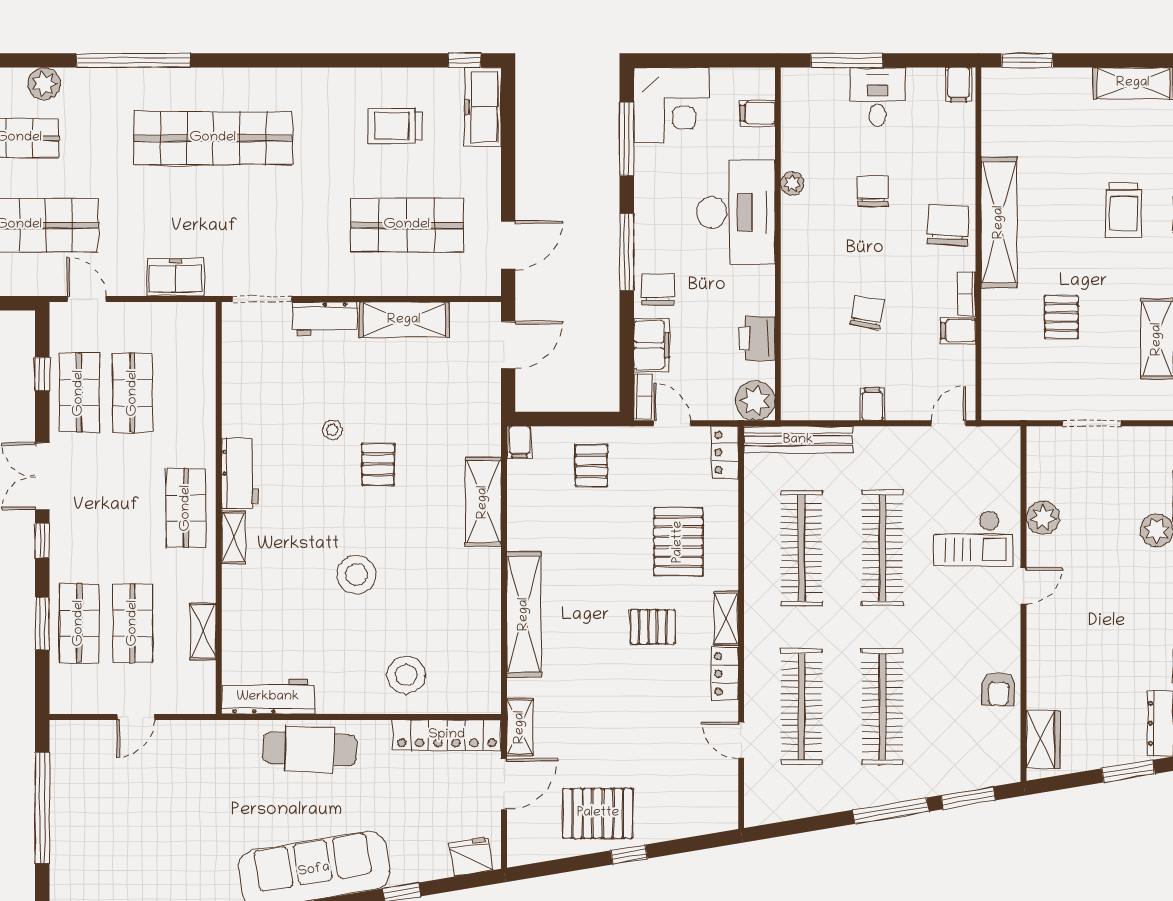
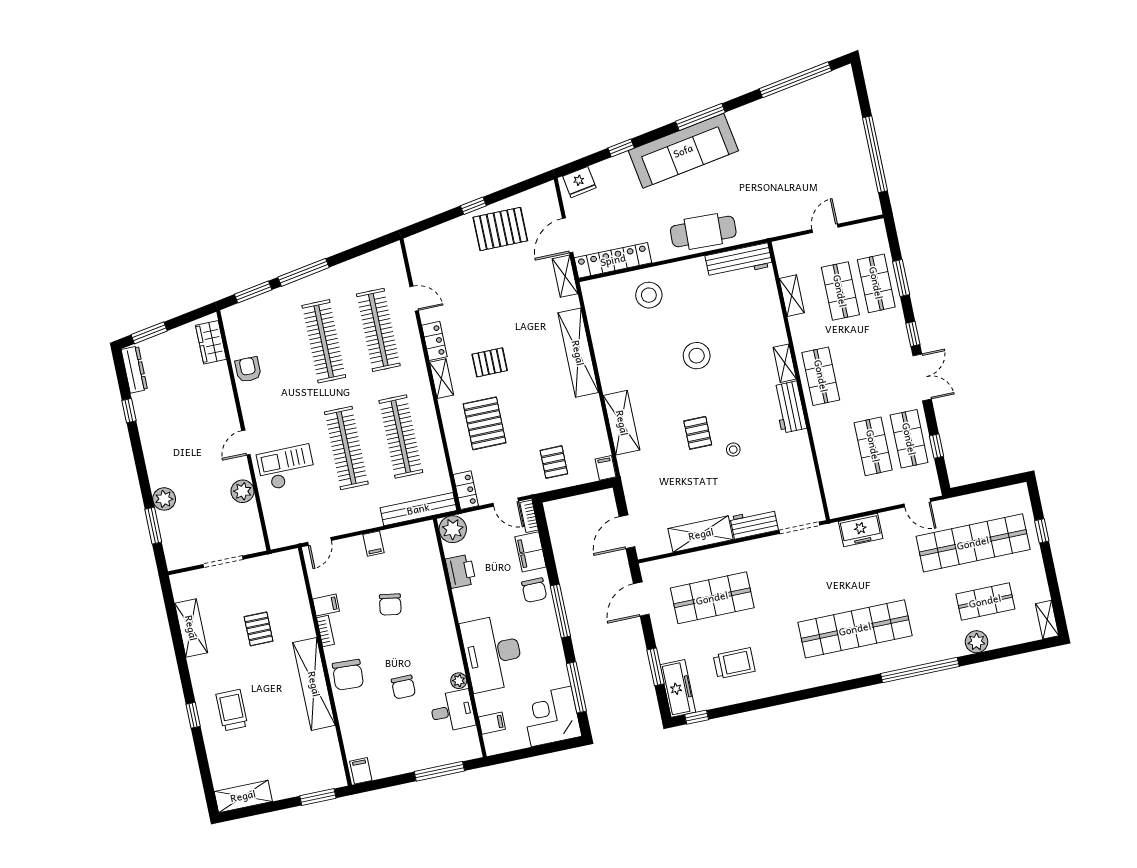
desk: (877, 97) -> (452, 711), moved, turned -90
window: (508, 144) -> (656, 667), added

